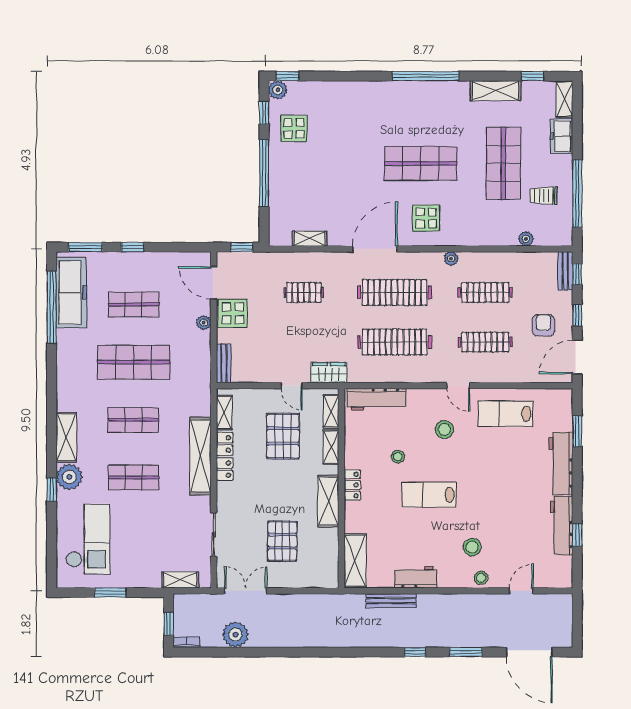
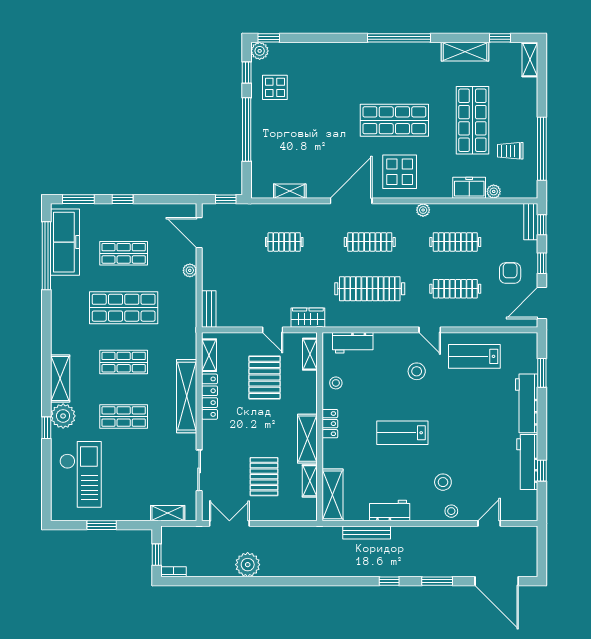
freezer: (561, 136) -> (469, 188), moved, turned 90
display table: (426, 218) -> (400, 172), width x1.36, depth x1.36
clothes rail: (395, 292) -> (370, 242), width x0.73, depth x0.76
display table: (233, 313) -> (217, 262), removed
workbench: (376, 399) -> (353, 343), width x0.73
shelving: (331, 447) -> (310, 481), moved
stool: (398, 457) -> (336, 383), moved
plant: (235, 635) -> (248, 565), moved

